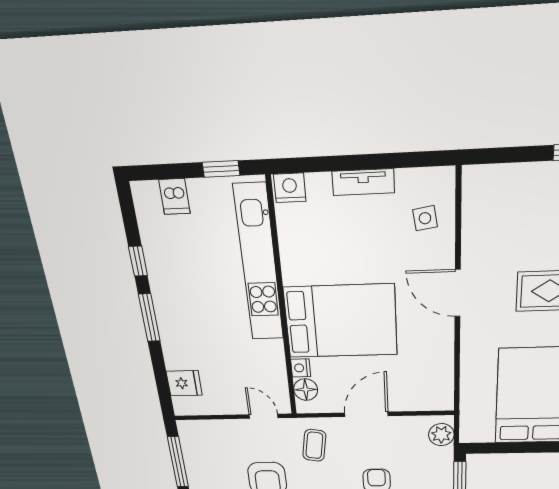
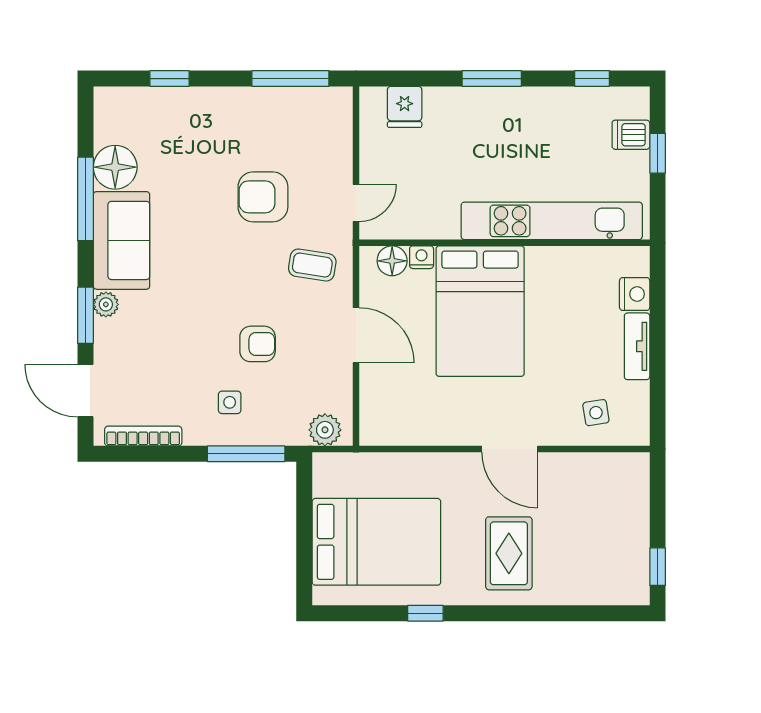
window: (221, 169) -> (658, 153), moved
nightstand: (290, 188) -> (635, 294), moved
window: (138, 261) -> (592, 79), moved
door: (458, 293) -> (510, 449), swing flipped

